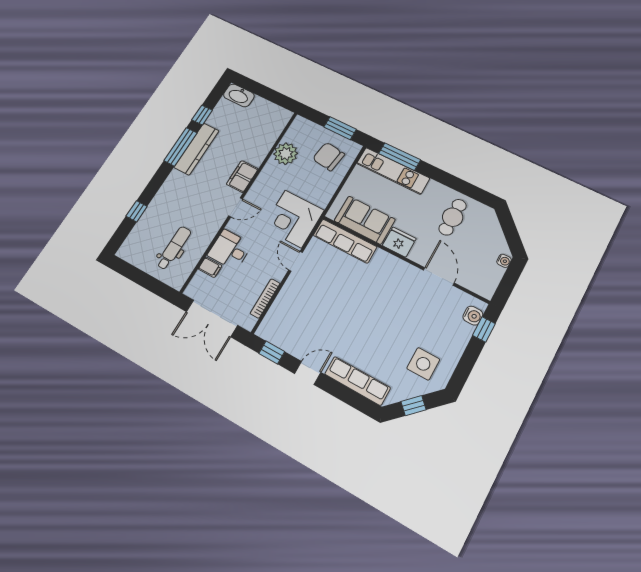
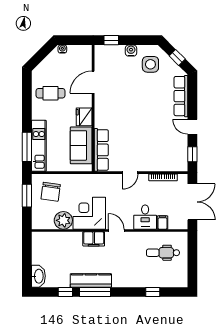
corner desk: (293, 219) -> (89, 213), moved, turned 180
water cooler: (473, 316) -> (131, 51), moved

